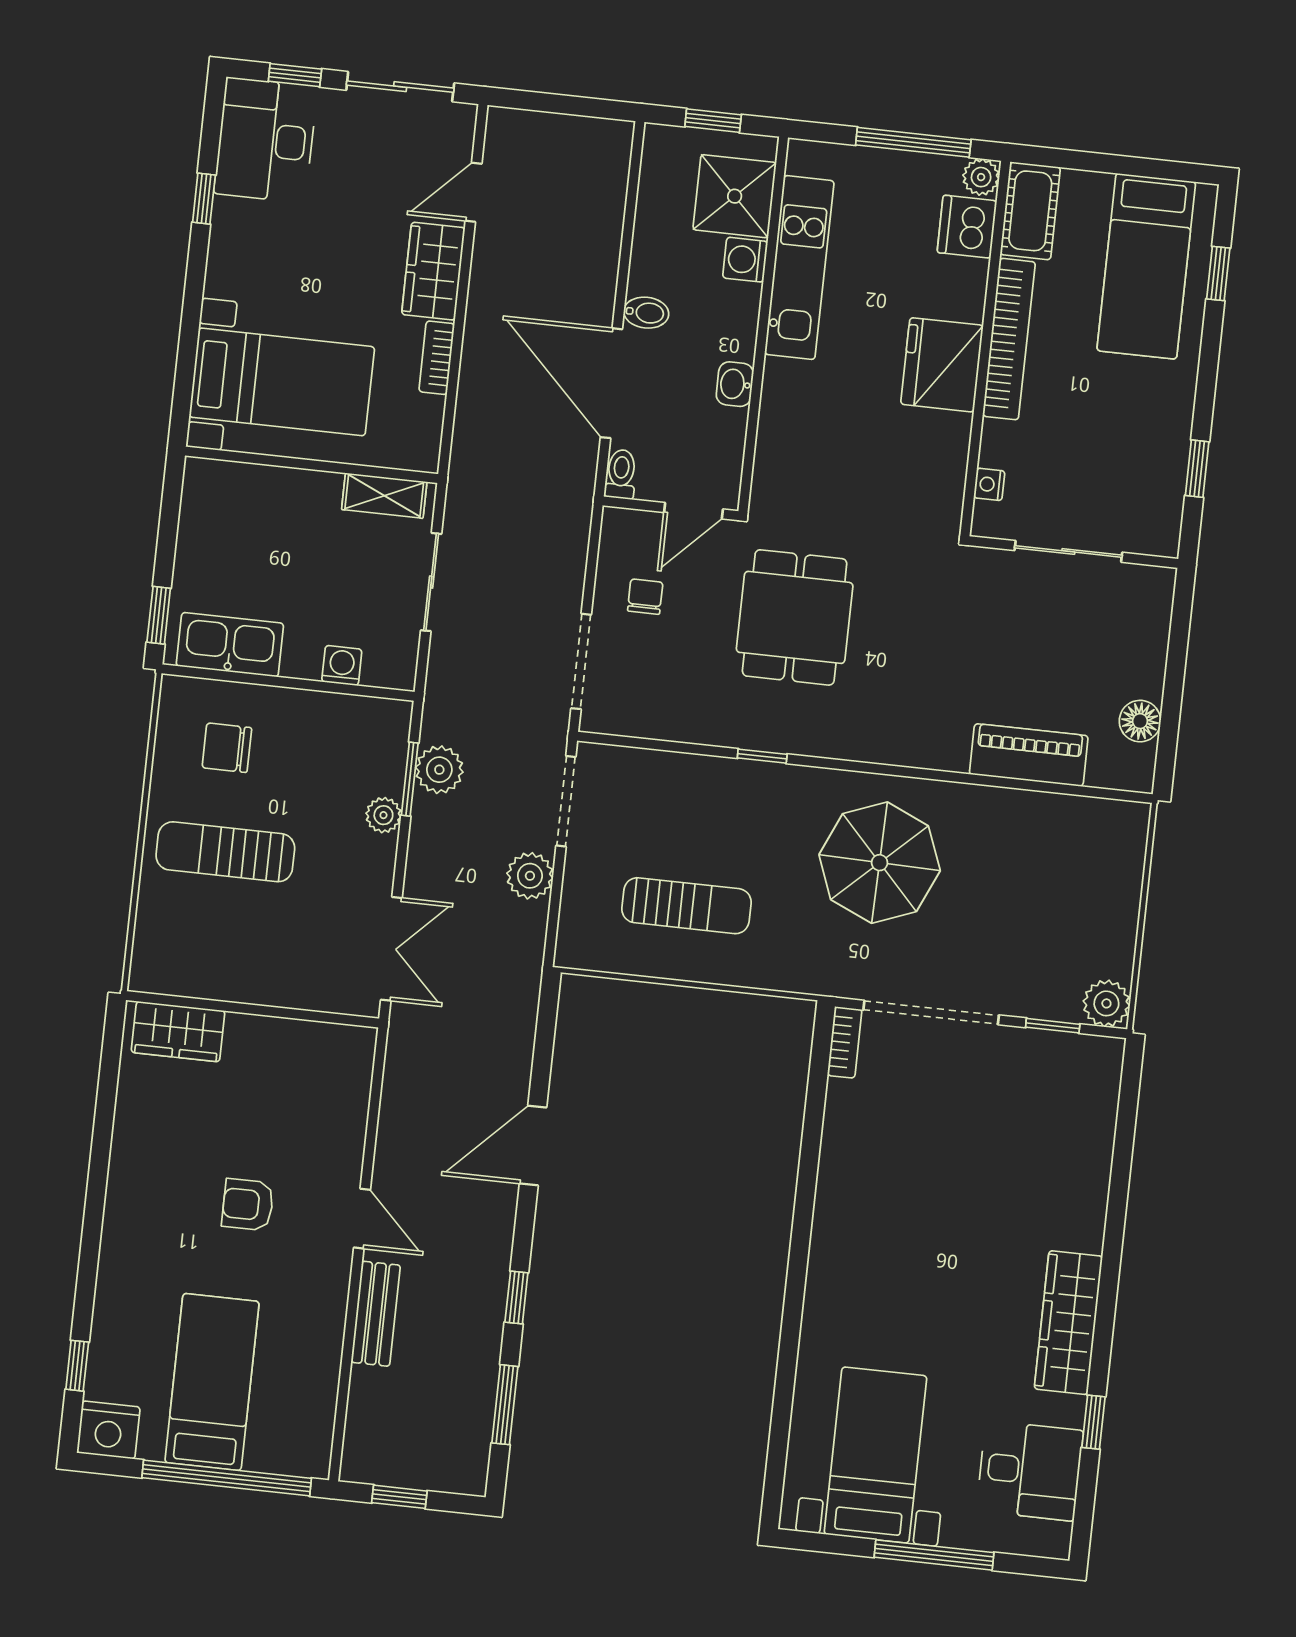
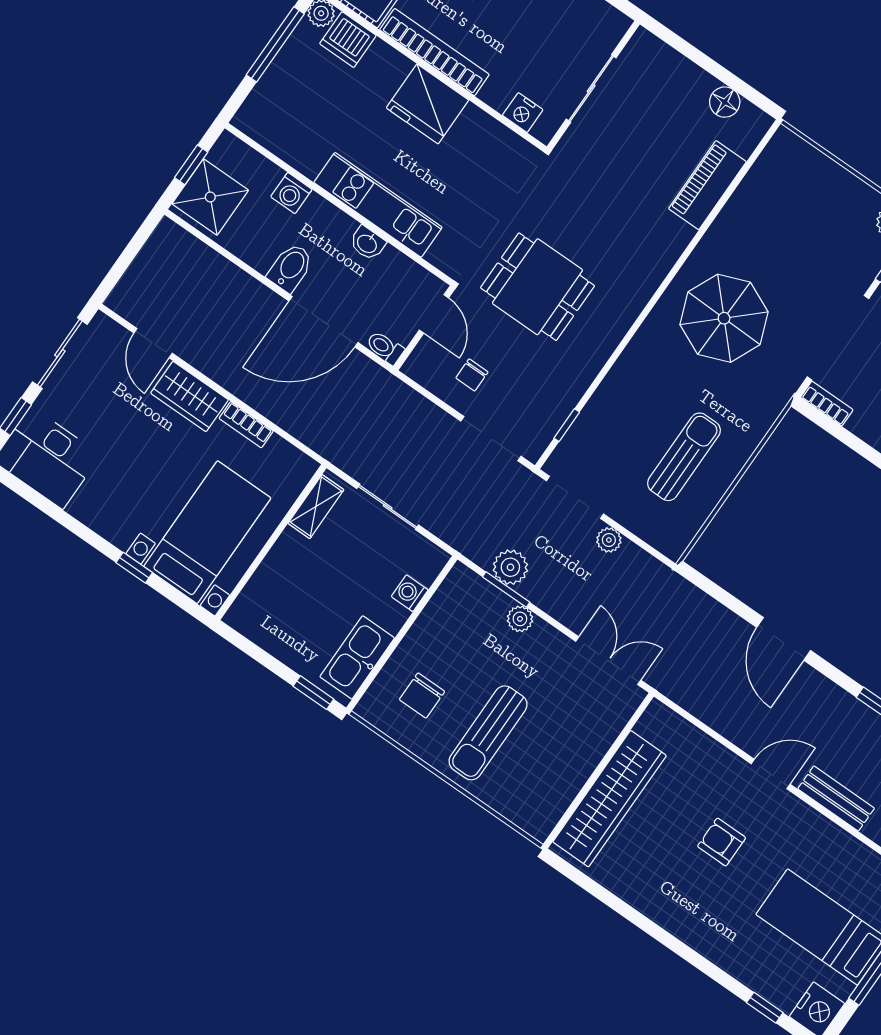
shower: (735, 196) -> (210, 197), moved
window: (204, 199) -> (134, 568), moved
kitchen unit: (799, 268) -> (378, 205), moved
bidet: (646, 313) -> (291, 268), width x1.38, depth x1.36
nightstand: (989, 484) -> (523, 113), width x1.39, depth x1.35
chair: (645, 597) -> (472, 375), turned -90
window: (762, 756) -> (567, 425), moved
plant: (530, 876) -> (609, 540), width x0.73, depth x0.73
wardrobe: (178, 1032) -> (610, 799), width x2.10, depth x1.17
armchair: (248, 1205) -> (722, 842), turned 90

